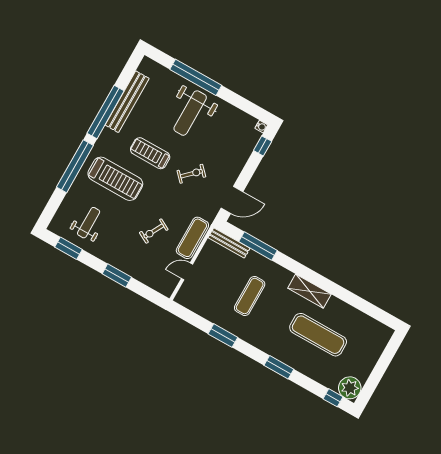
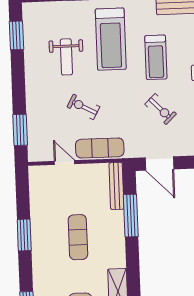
treadmill: (150, 153) -> (156, 57), turned 180
weight bench: (89, 223) -> (66, 57), moved, turned 90
window: (117, 276) -> (20, 130), moved
exercise mat: (250, 296) -> (78, 237), turned 90

